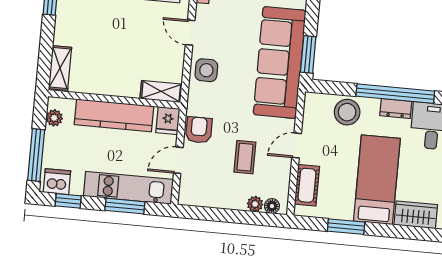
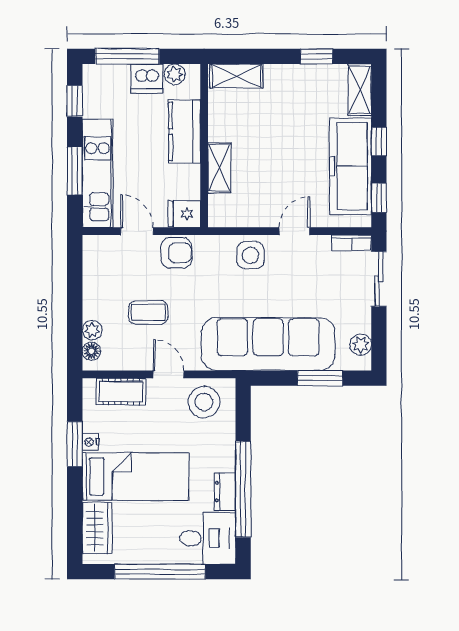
window: (308, 54) -> (320, 378), moved
shelving: (161, 91) -> (219, 168), moved
stool: (347, 112) -> (204, 402), moved
kitchen counter: (114, 115) -> (185, 131), width x0.67
dishwasher: (57, 182) -> (147, 79), moved, turned 90
nightstand: (346, 214) -> (90, 442), added

